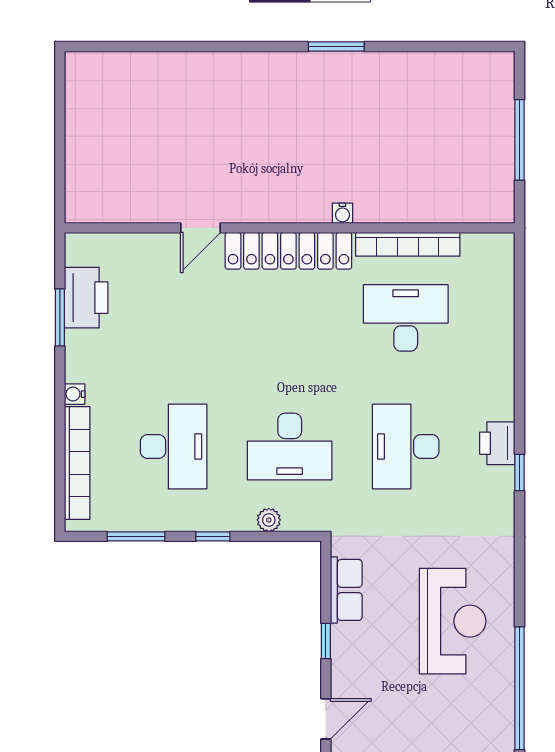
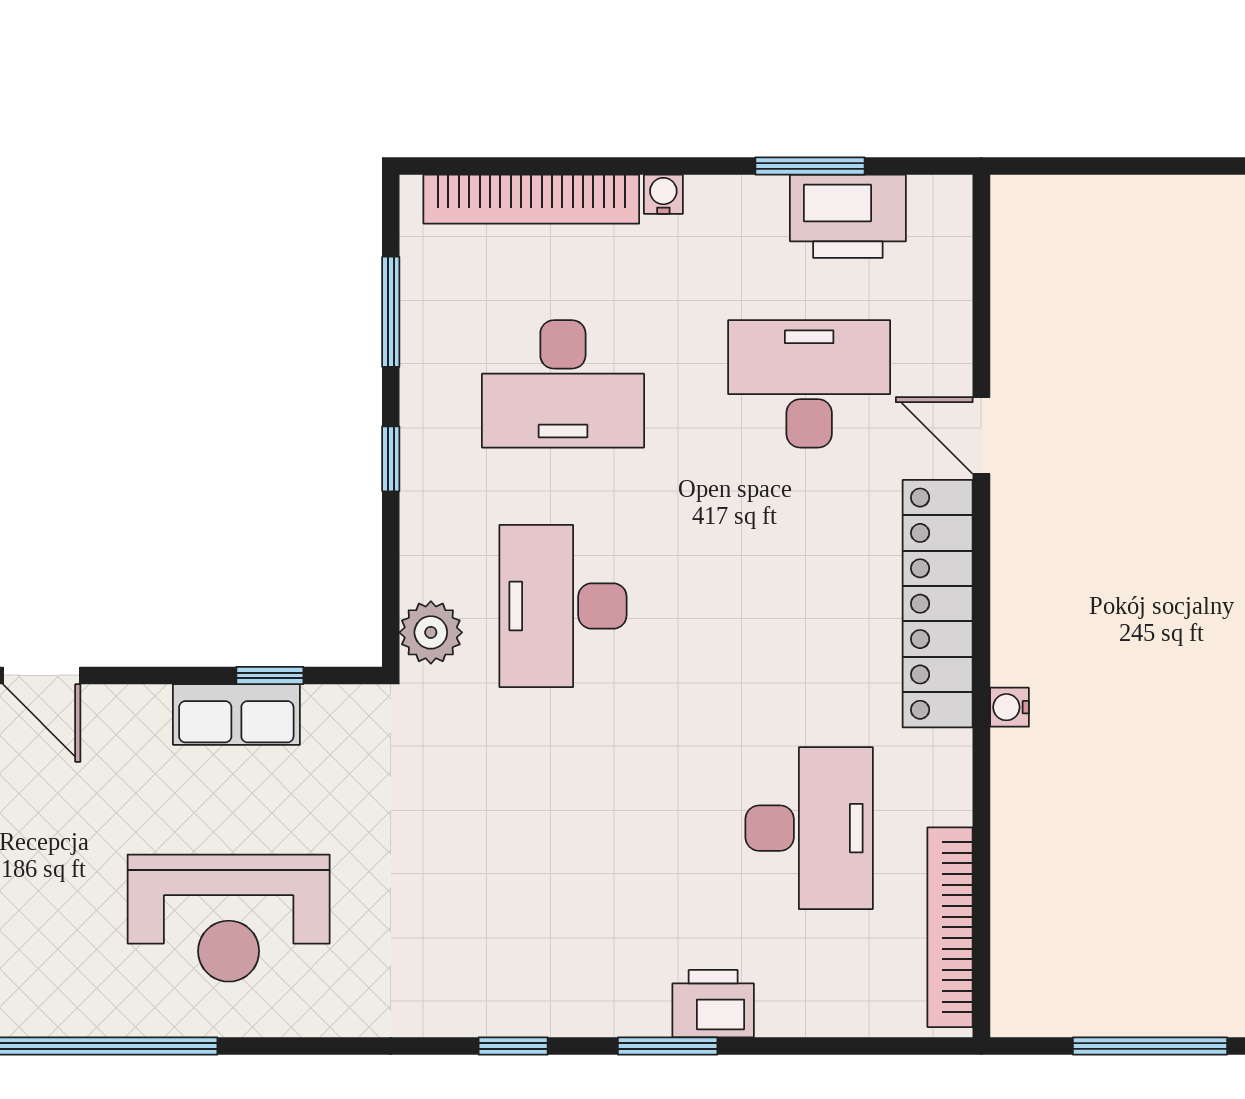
bookcase: (408, 244) -> (950, 927), moved
window: (520, 392) -> (668, 1046), added
printer: (497, 443) -> (713, 1004), moved
desk: (406, 447) -> (809, 384), moved
plant: (269, 520) -> (431, 632), moved, width x1.38, depth x1.38
row of seats: (346, 590) -> (236, 715), moved
window: (326, 641) -> (270, 675), moved

